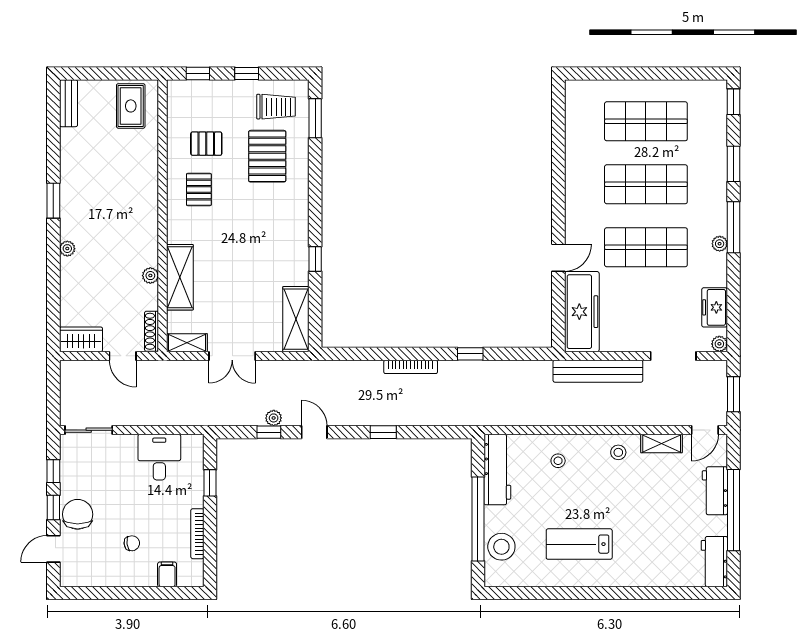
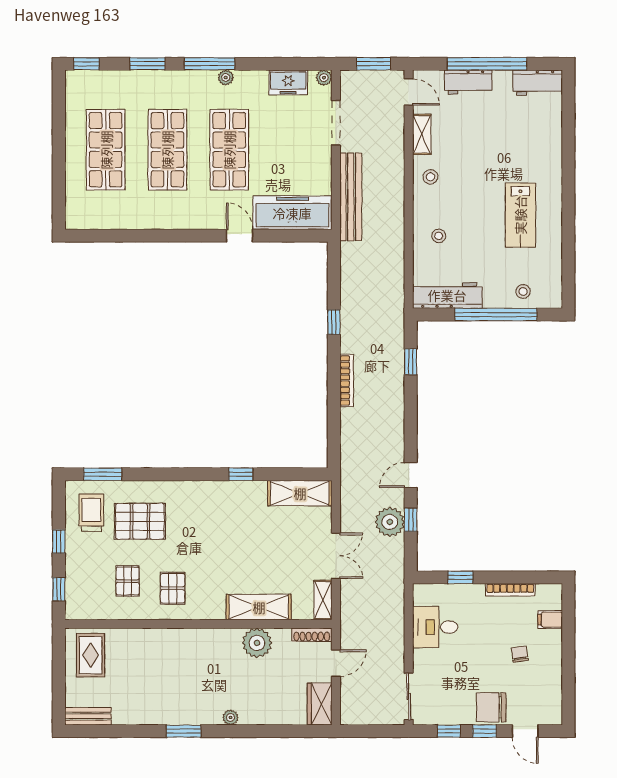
rug: (131, 106) -> (91, 655), turned 90
pallet: (199, 190) -> (173, 588), turned 90
plant: (150, 276) -> (257, 643), width x1.88, depth x1.88
plant: (274, 418) -> (390, 522), width x1.88, depth x1.88
window: (383, 432) -> (411, 362), moved
stool: (501, 547) -> (523, 291), width x0.53, depth x0.53

